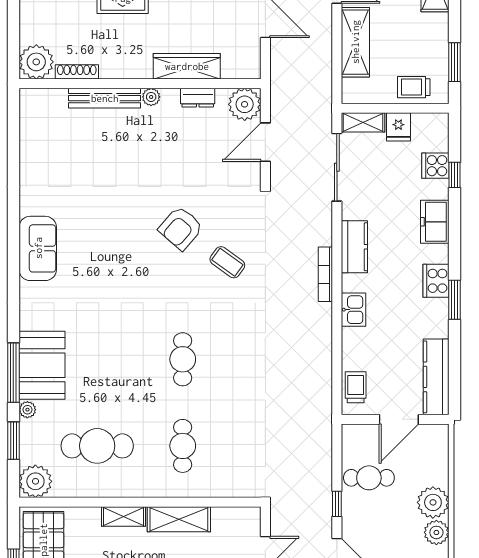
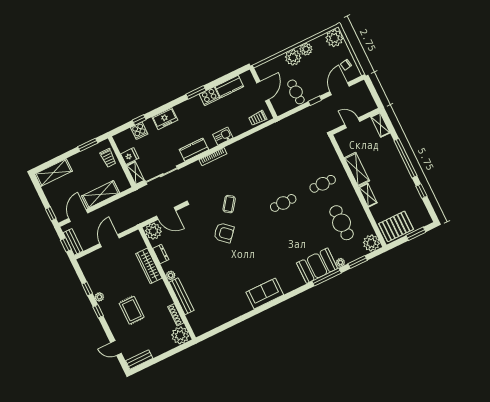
cooker: (436, 281) -> (209, 96), moved
kitchen counter: (436, 377) -> (229, 86), width x0.67
door: (399, 419) -> (263, 91), hinge flipped

